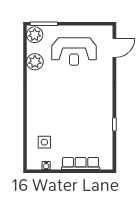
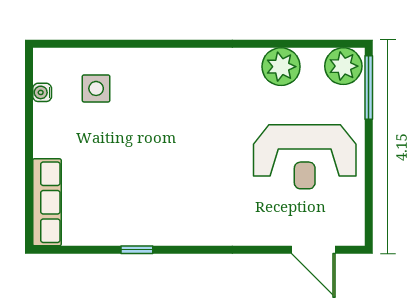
reception desk: (74, 52) -> (305, 157), turned -90
row of seats: (81, 163) -> (47, 202), moved

